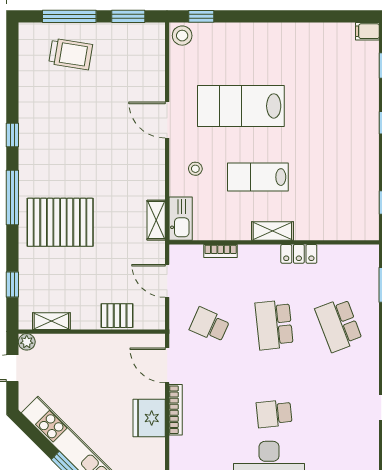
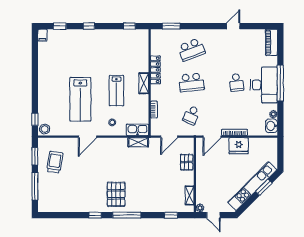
trolley: (71, 54) -> (55, 162), moved
pallet: (60, 222) -> (116, 194), moved, width x0.73, depth x0.71
locker: (299, 254) -> (155, 70), width x1.53

